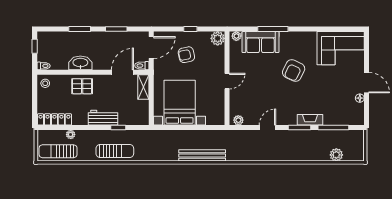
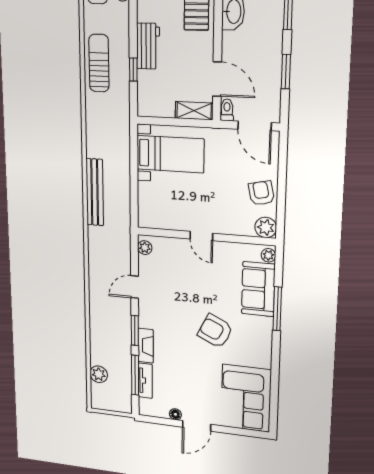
window: (190, 29) -> (282, 188), removed
armchair: (186, 55) -> (261, 193), moved
bed with nightstands: (180, 103) -> (170, 154), width x0.73
tv unit: (337, 120) -> (145, 381), added
door: (267, 128) -> (135, 287), swing flipped
sun lounger: (115, 151) -> (99, 63), turned 180

